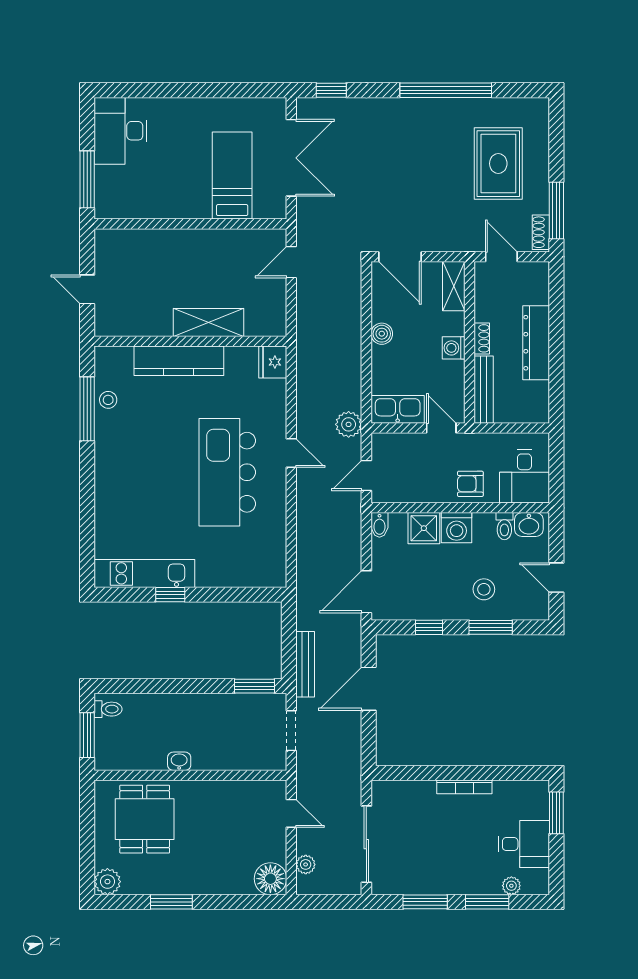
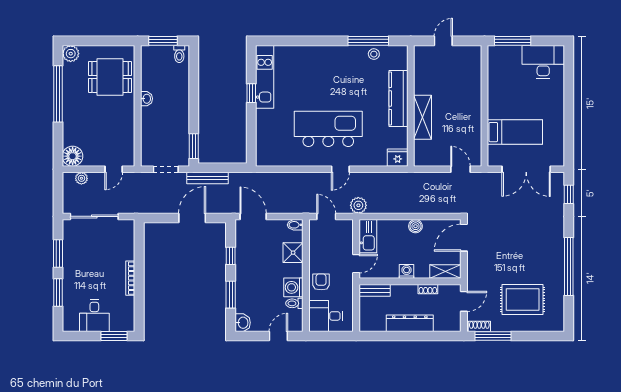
shoe rack: (482, 338) -> (428, 289), moved
bench: (484, 390) -> (375, 290), width x0.73
washbasin: (529, 524) -> (243, 323), moved, turned 180
washing machine: (457, 528) -> (293, 287), moved
door: (556, 578) -> (278, 336), moved
stool: (484, 589) -> (255, 290), removed
door: (369, 689) -> (192, 218), hinge flipped
plant: (511, 886) -> (68, 308), removed
window: (171, 902) -> (58, 94), width x2.11

